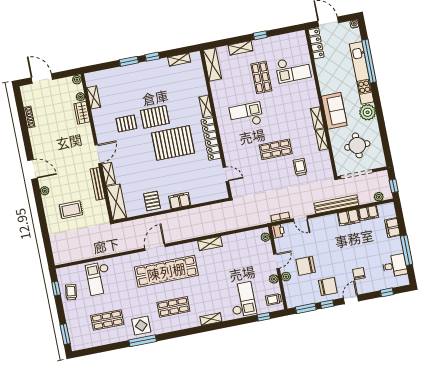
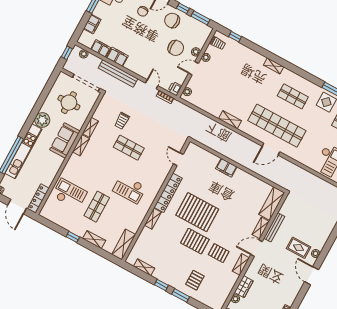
shelving: (94, 97) -> (241, 264), moved
pallet: (152, 201) -> (195, 280), moved
rug: (71, 210) -> (299, 248), moved
checkout: (242, 299) -> (240, 61), removed

